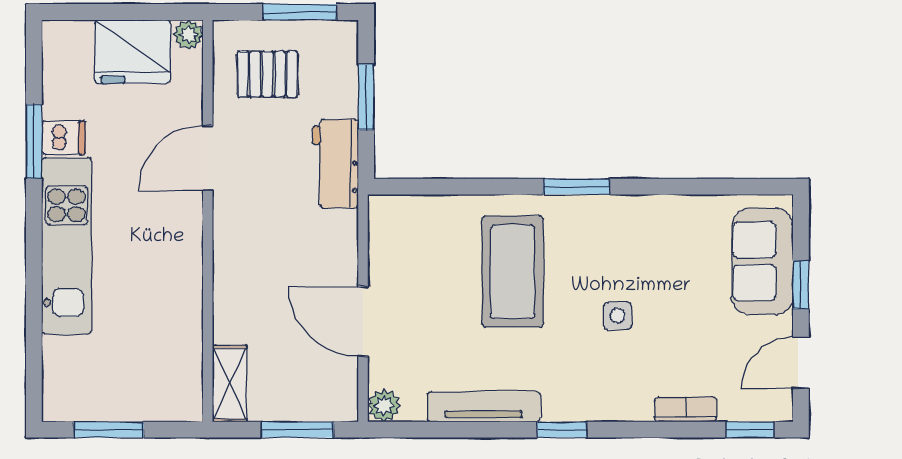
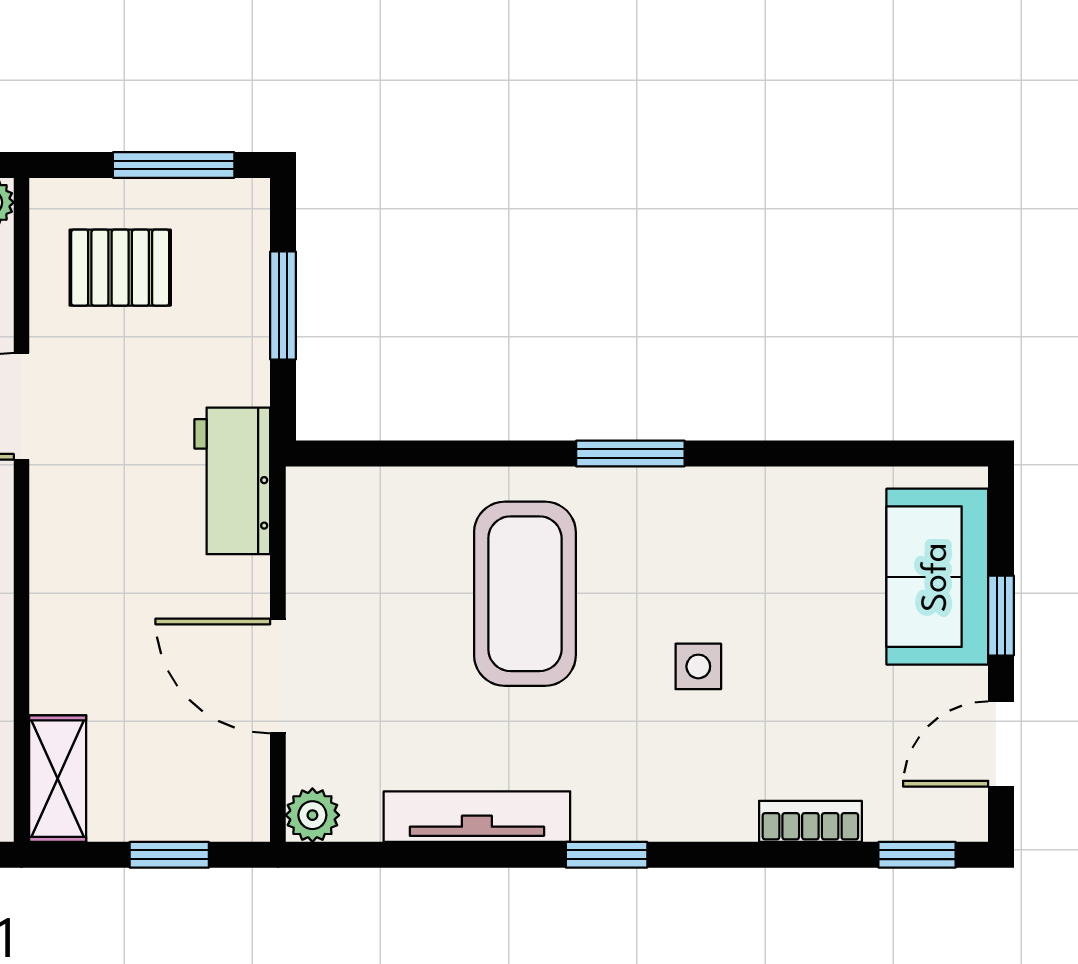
workbench: (335, 164) -> (232, 481), moved
window: (297, 430) -> (169, 855), width x0.67

